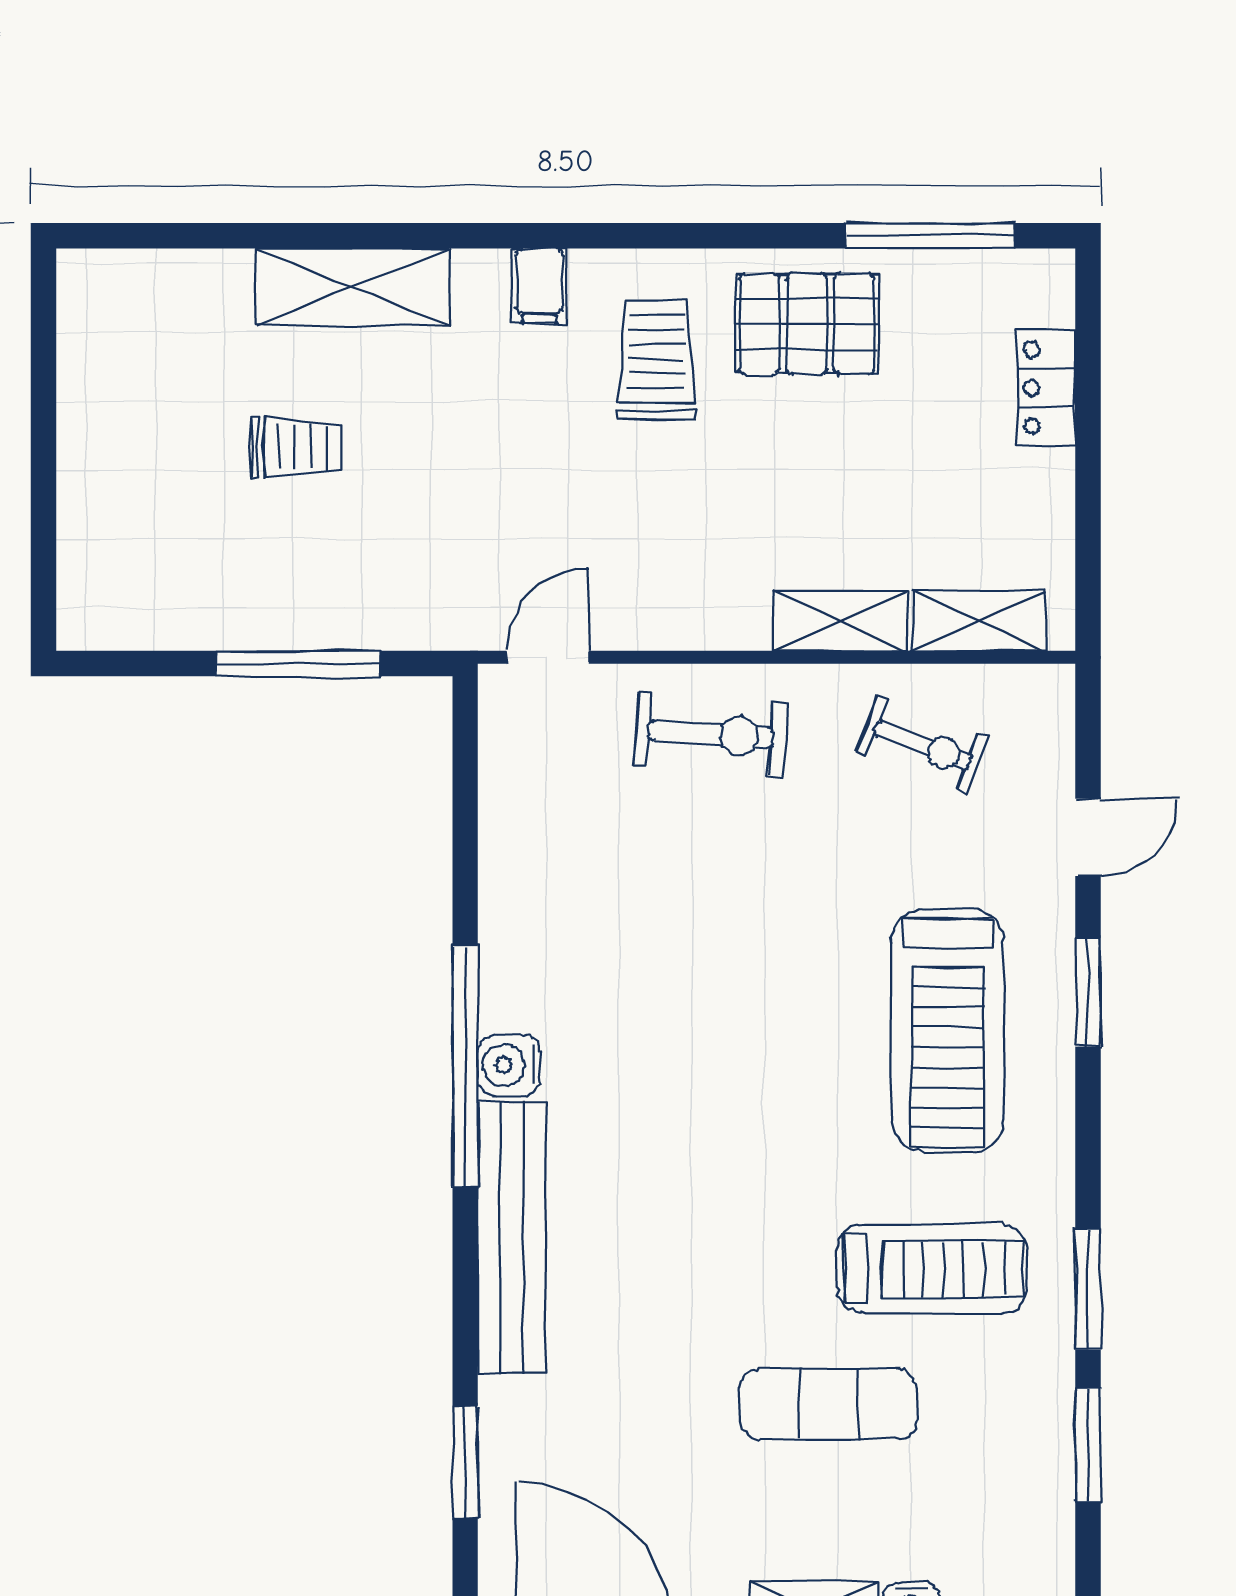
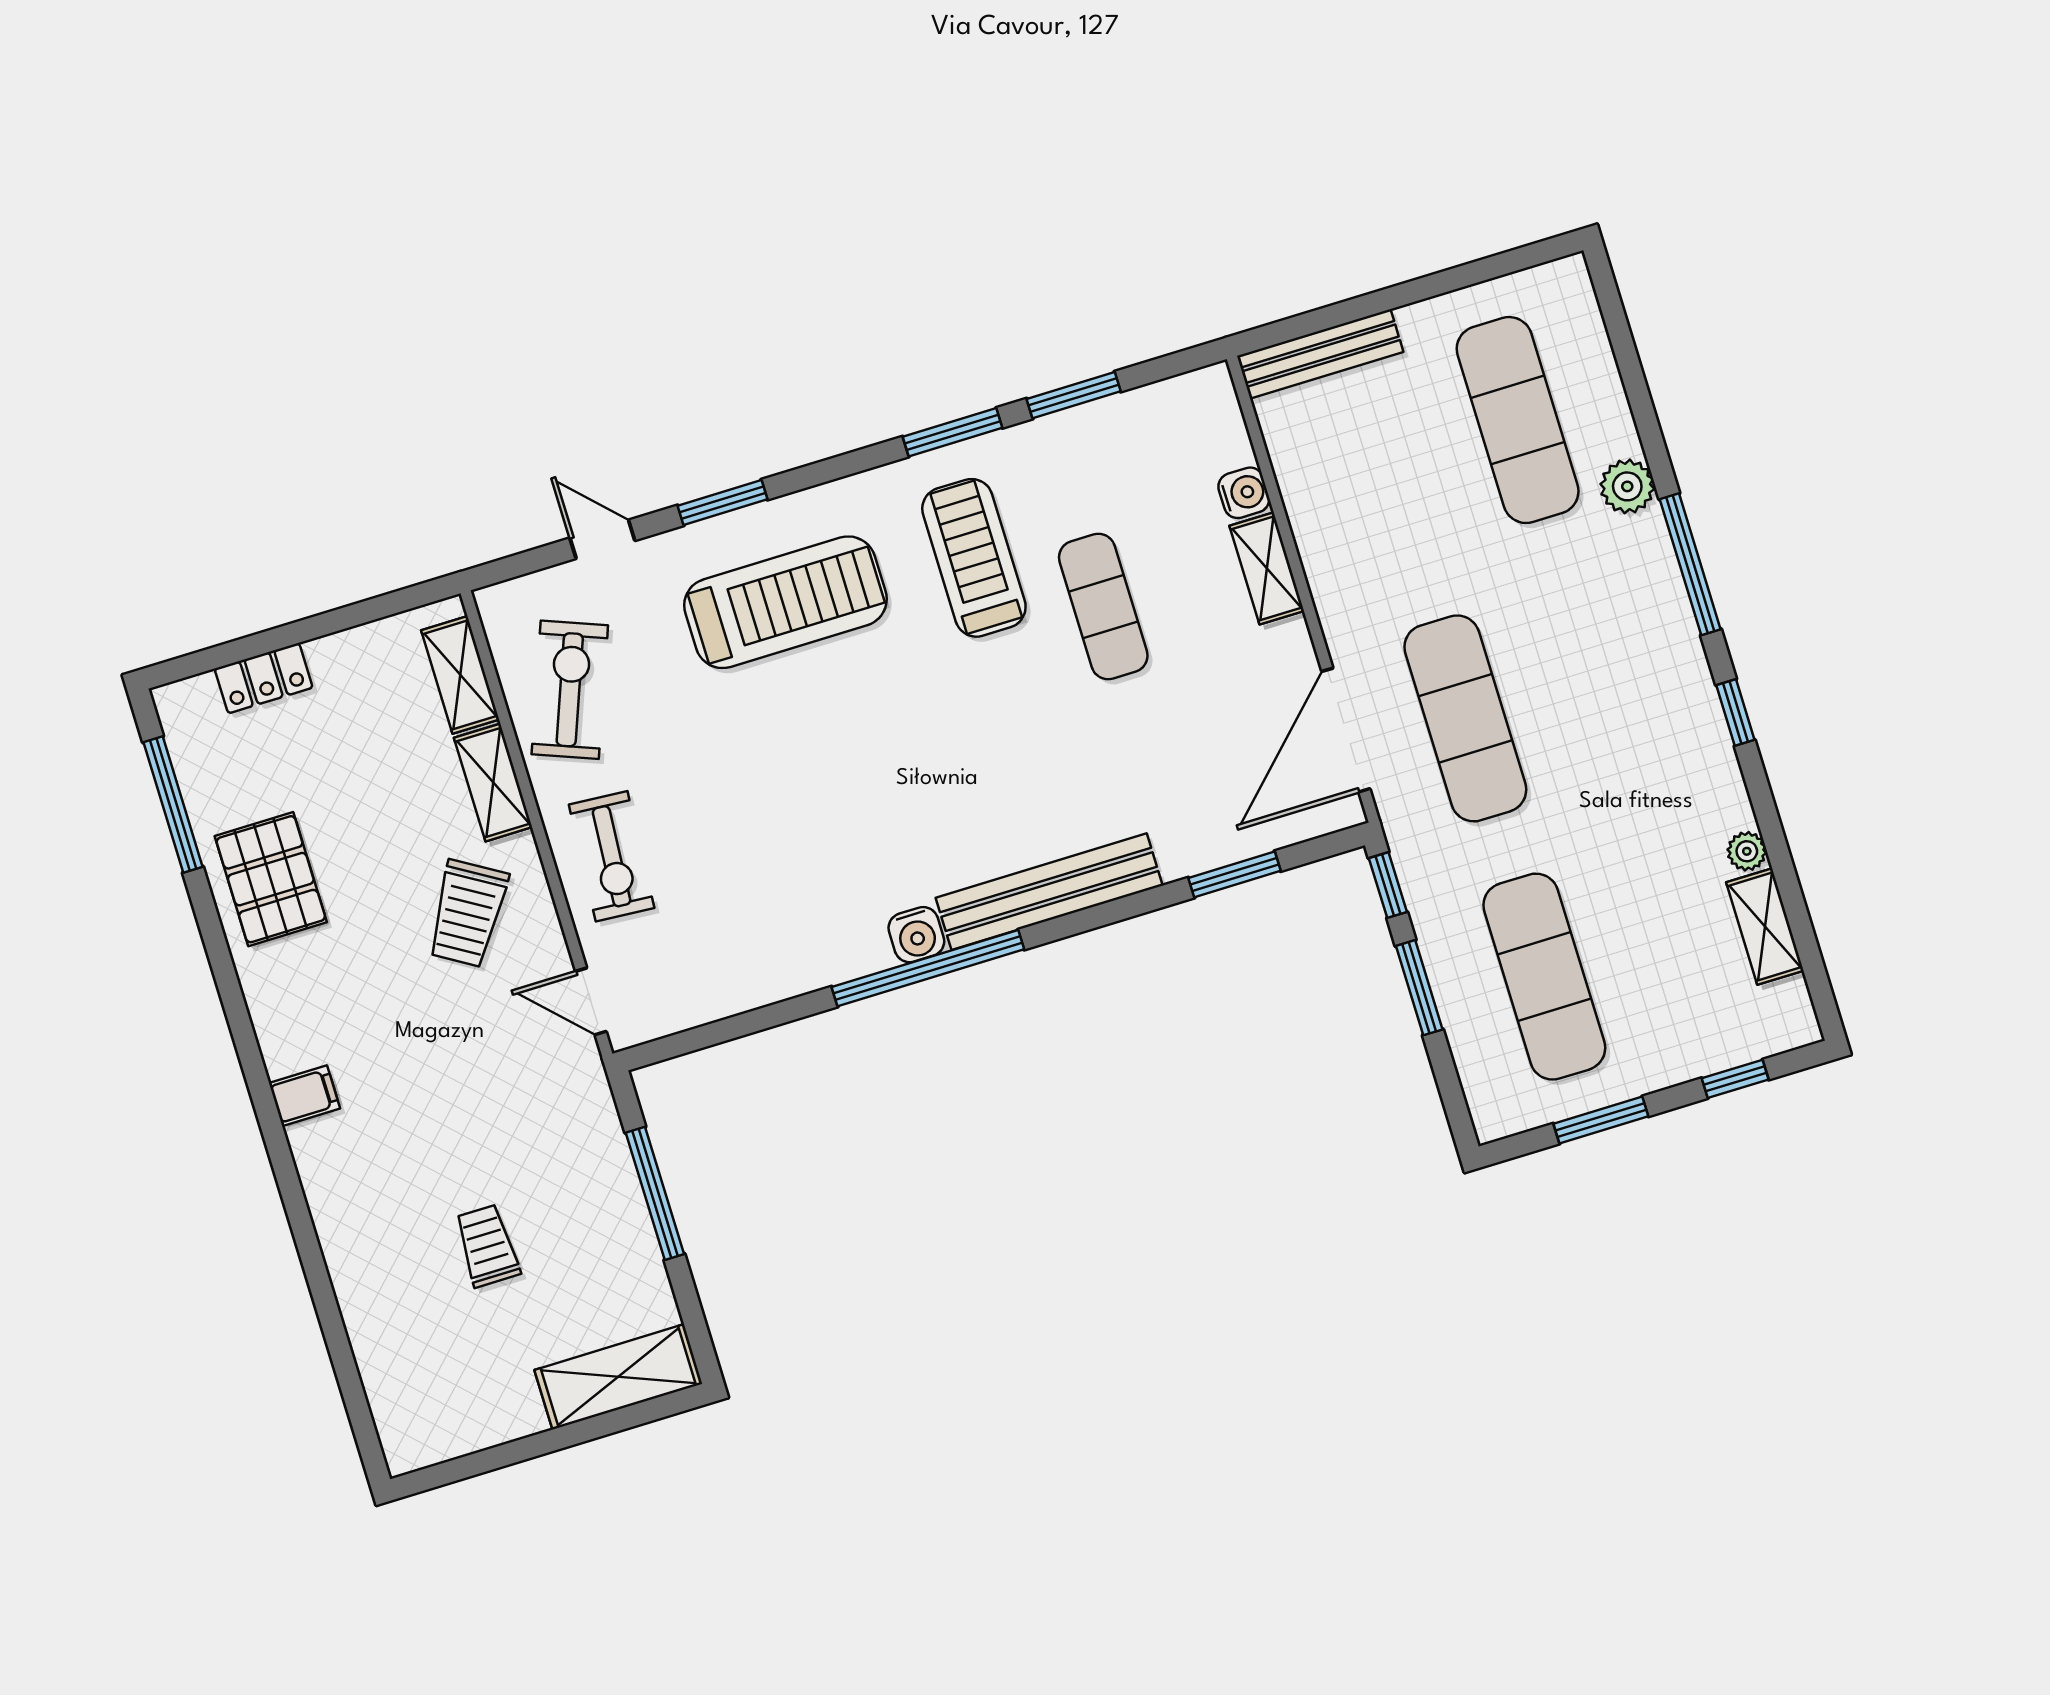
shelving: (353, 287) -> (618, 1377), moved, turned 90
trolley: (657, 360) -> (468, 914), moved, turned -59
exercise bike: (711, 734) -> (612, 856), turned 180
exercise bike: (922, 745) -> (570, 690), width x1.38, depth x1.39

